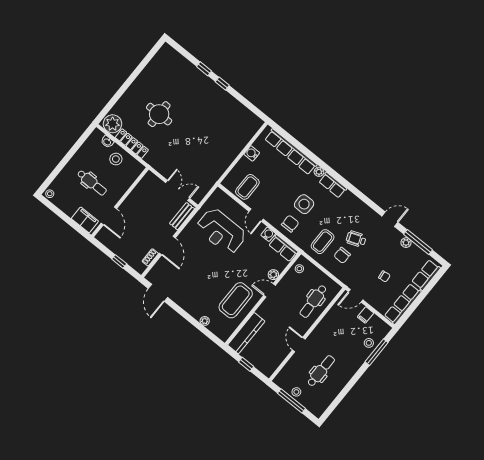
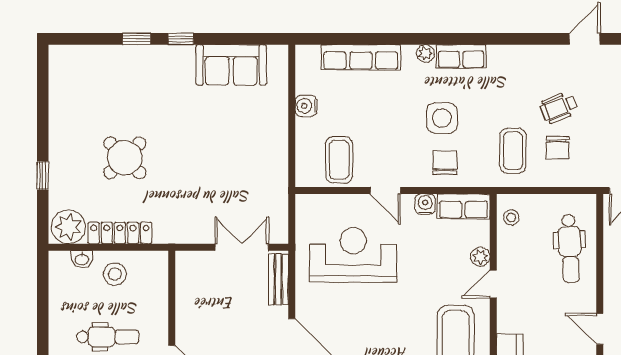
window: (119, 94) -> (43, 176), added
sofa: (234, 111) -> (231, 65), added
round table: (159, 114) -> (125, 158), turned 45
row of seats: (291, 152) -> (361, 57), width x0.73
reception desk: (221, 231) -> (353, 255), turned 180

